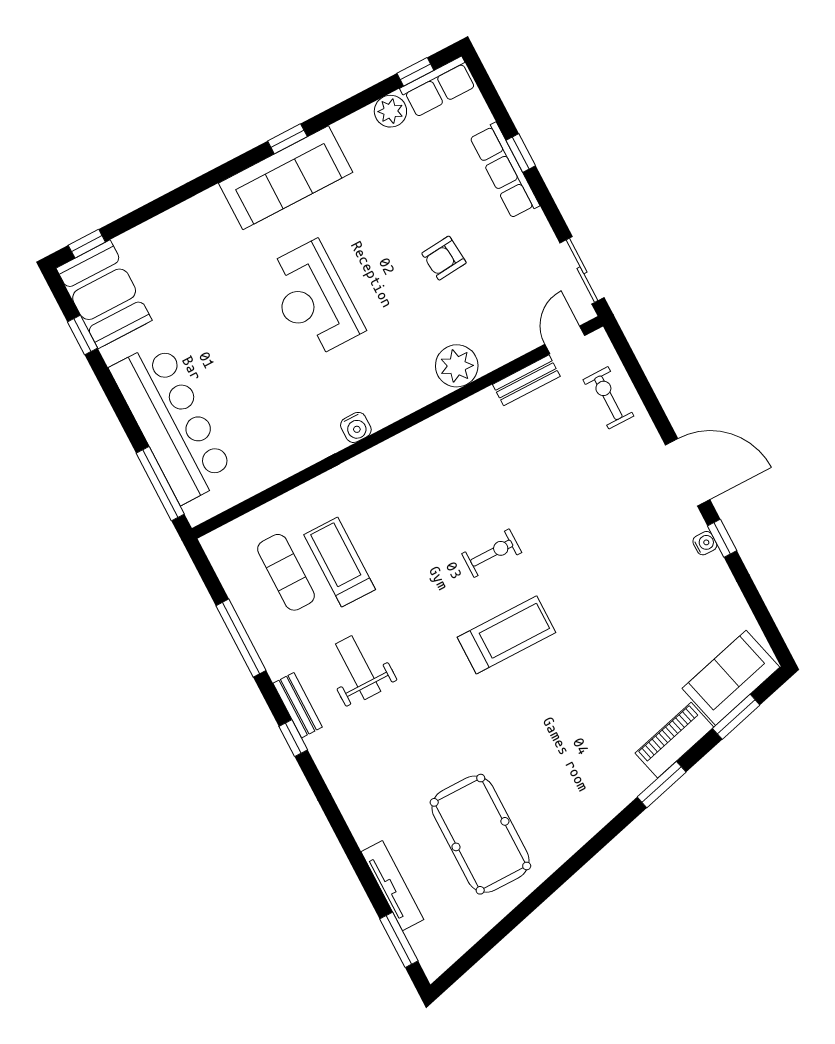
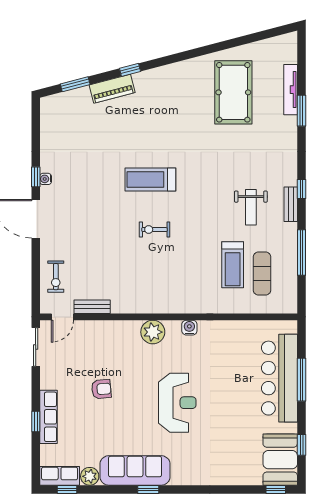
sofa: (286, 178) -> (135, 470), moved
plant: (457, 366) -> (153, 332), moved
window: (160, 484) -> (302, 380), moved
treadmill: (506, 635) -> (150, 180), moved
sofa: (731, 678) -> (68, 105), removed
window: (662, 785) -> (130, 70), width x0.67
window: (399, 940) -> (302, 111), moved

